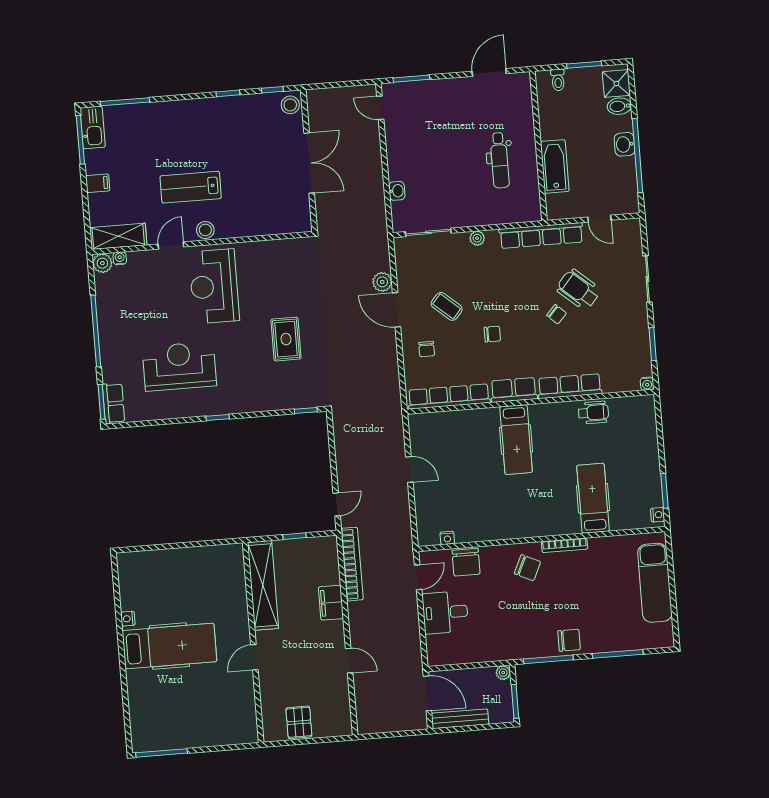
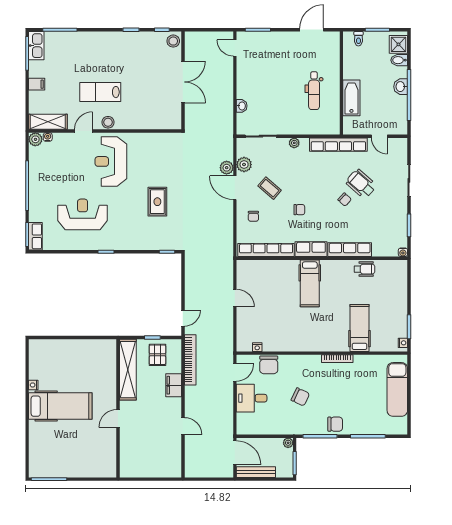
plant: (407, 275) -> (244, 165), added
chair: (527, 568) -> (300, 397), moved
pallet: (299, 722) -> (157, 355), moved

